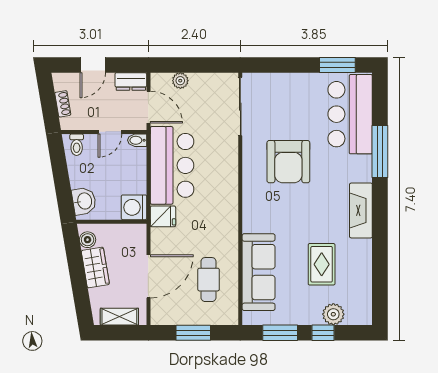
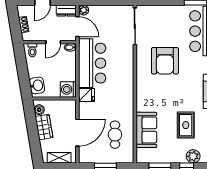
plant: (180, 81) -> (84, 10), moved
sofa: (259, 272) -> (146, 130), width x0.73

